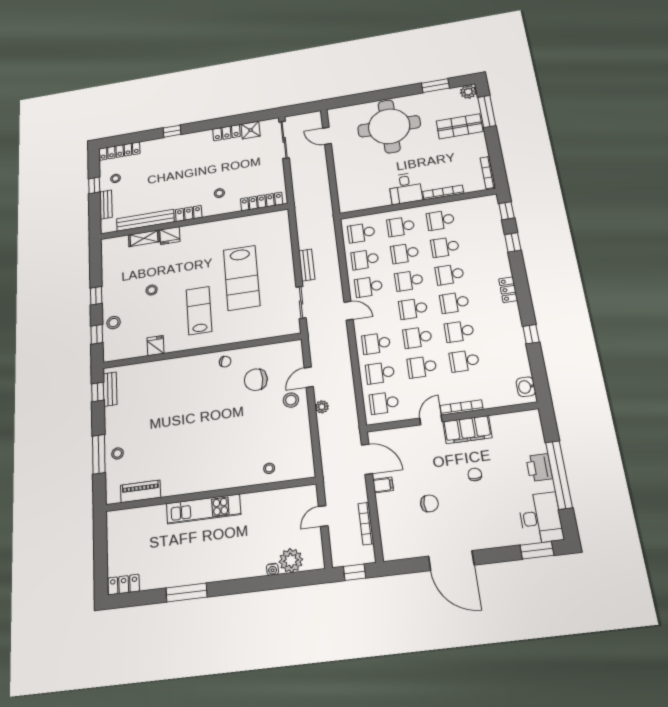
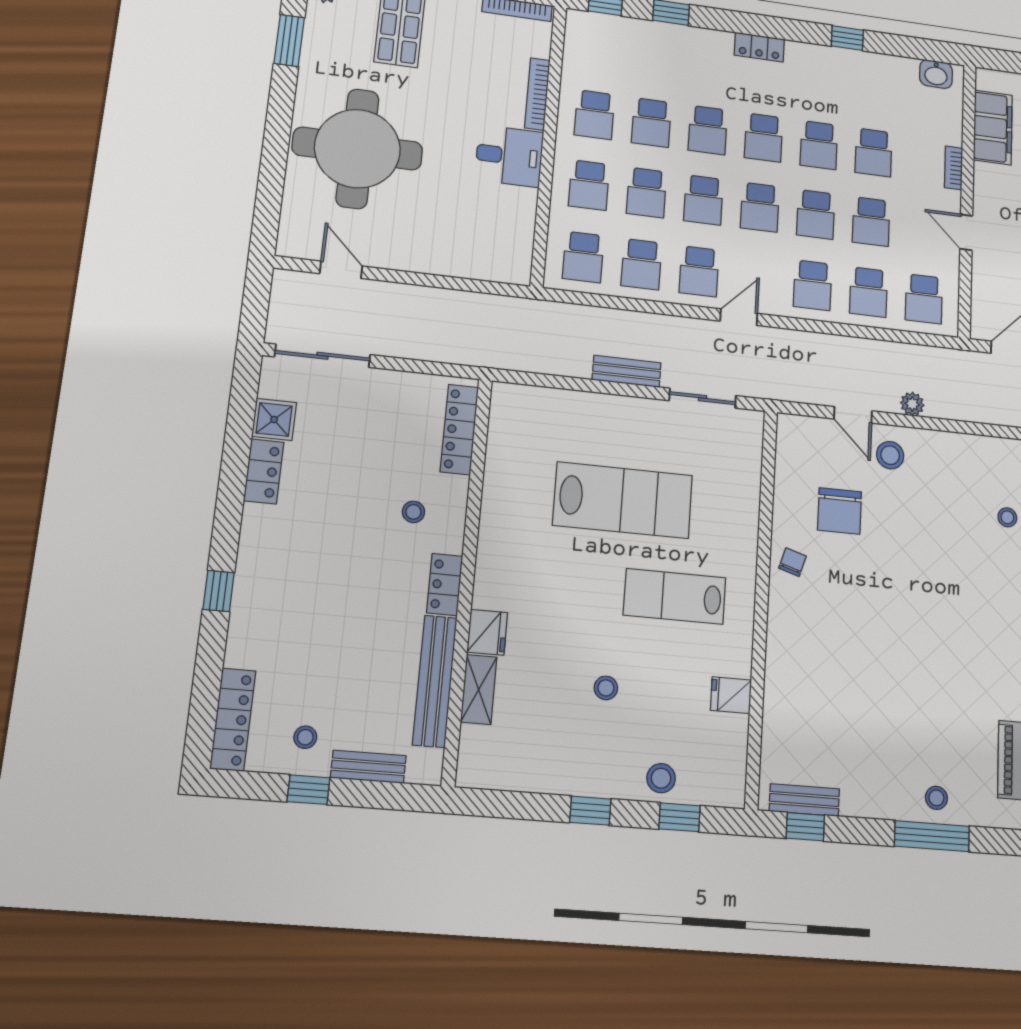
door: (327, 136) -> (341, 270), swing flipped
bookcase: (461, 407) -> (954, 168), width x0.64
filing cabinet: (467, 430) -> (993, 127), moved

